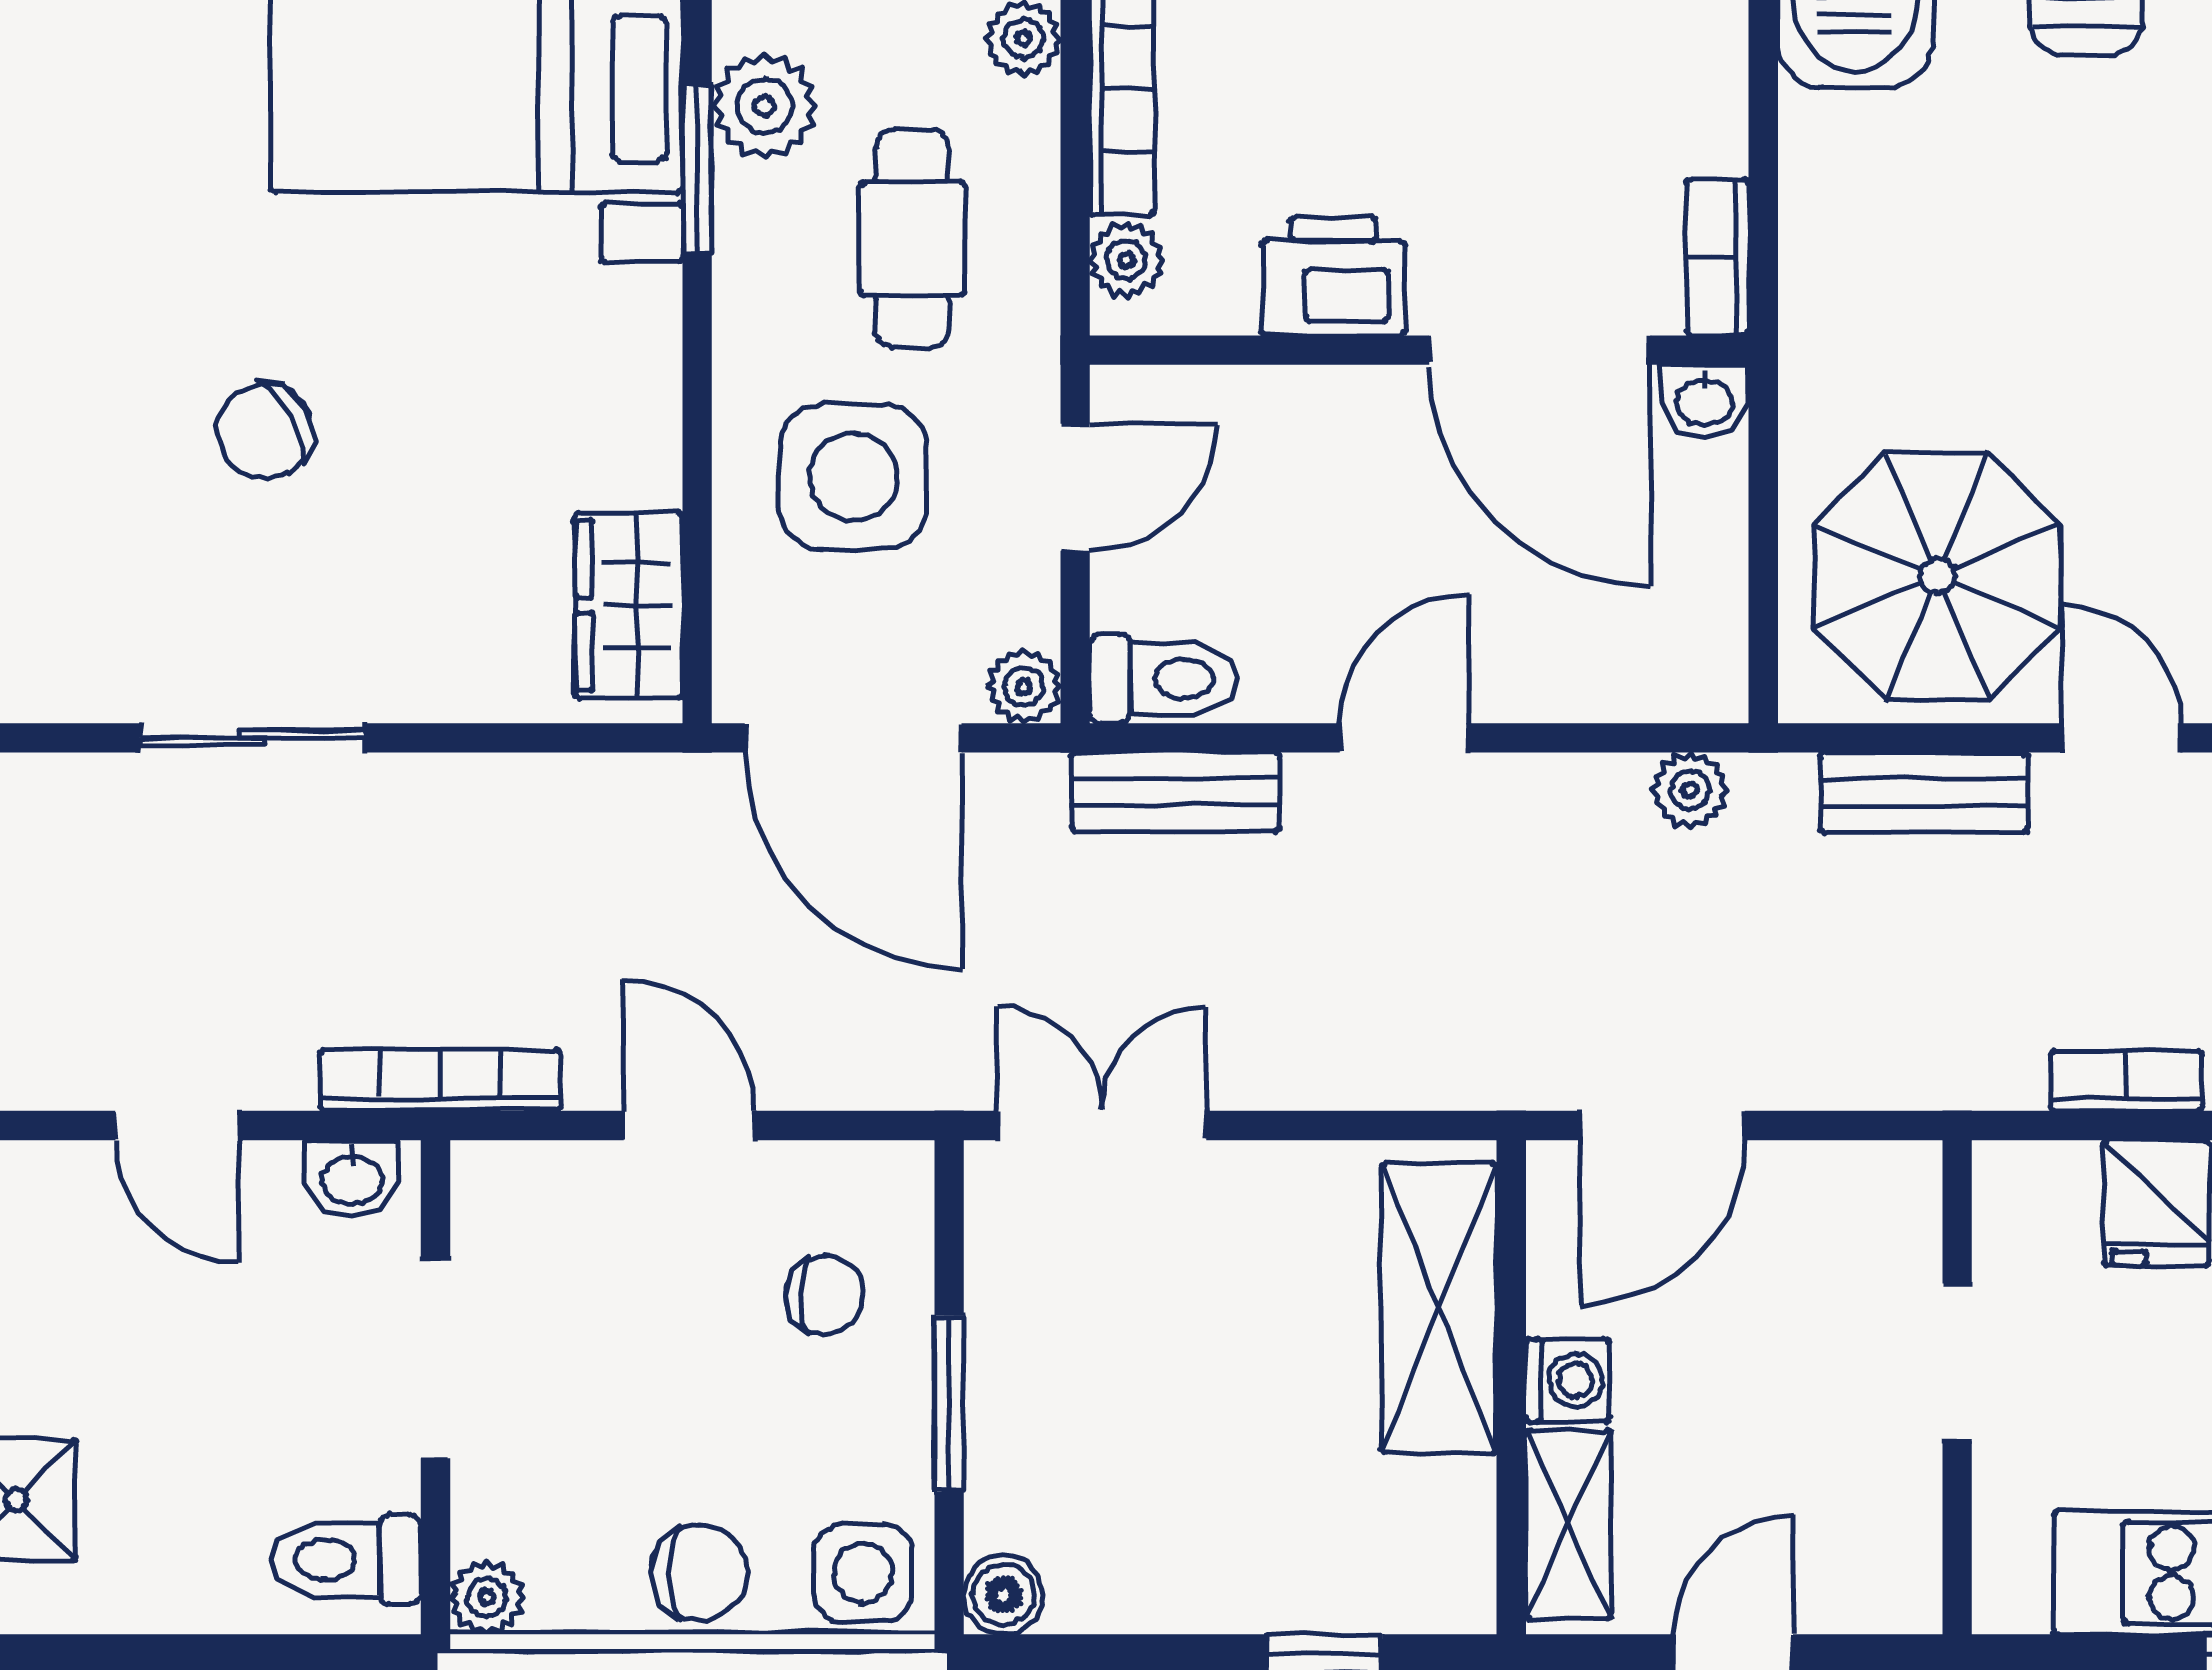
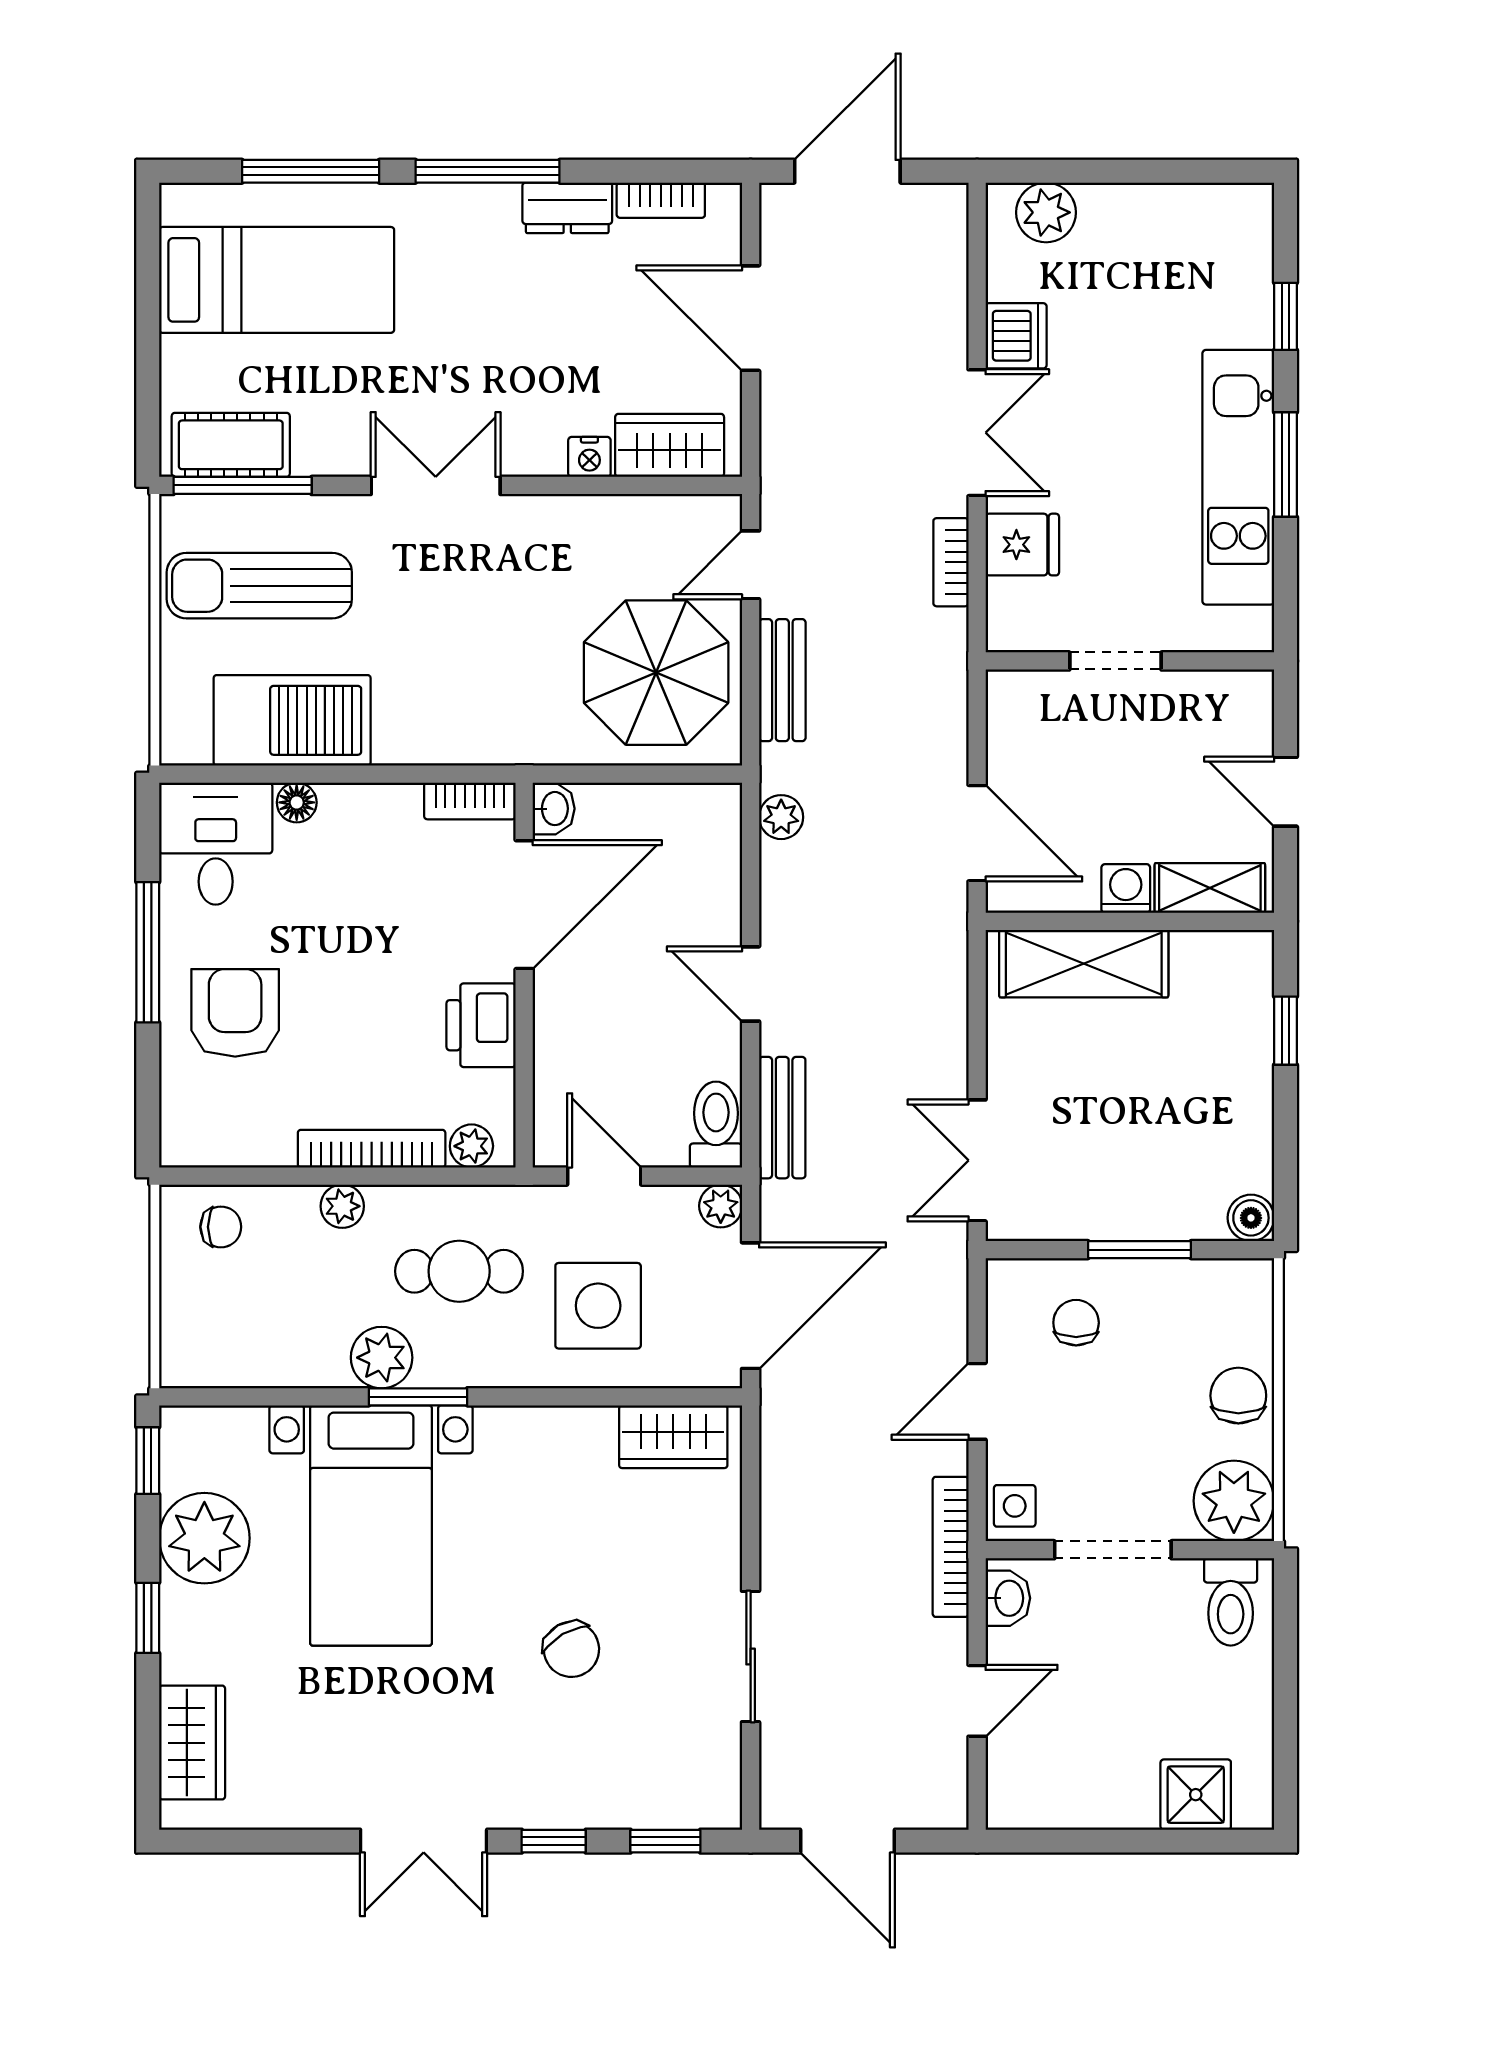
side table: (863, 1573) -> (1015, 1506), moved, width x0.73, depth x0.73
plant: (487, 1598) -> (1234, 1501), width x1.88, depth x1.88

